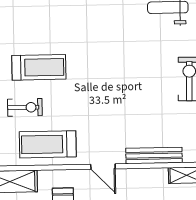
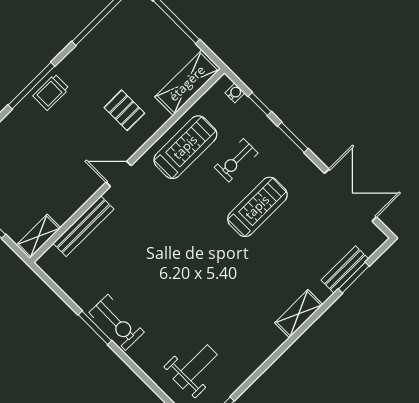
treadmill: (39, 67) -> (257, 207), turned 180

